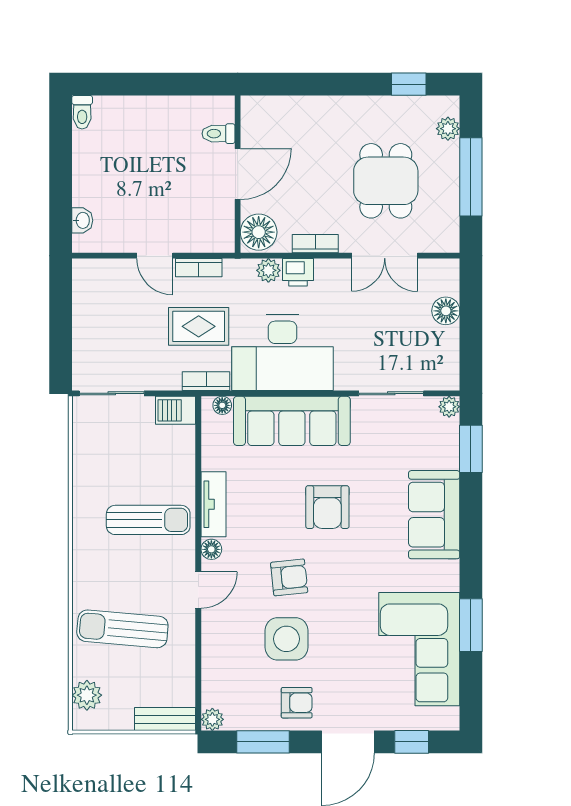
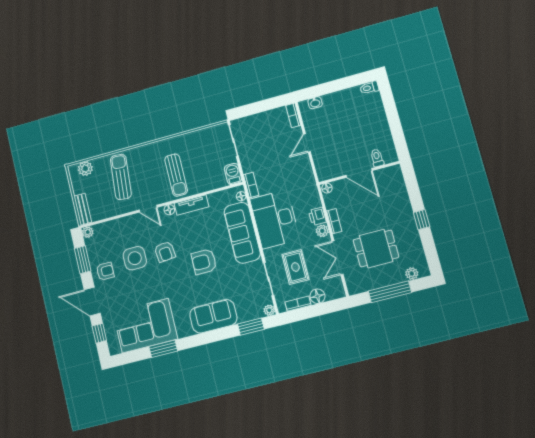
window: (409, 84) -> (422, 220), moved
floor lamp: (259, 232) -> (327, 188), width x0.53, depth x0.53
bookcase: (199, 268) -> (293, 115), moved
plant: (268, 270) -> (322, 231), moved
rug: (199, 326) -> (295, 267), moved
bookcase: (450, 350) -> (298, 304), added
armchair: (297, 703) -> (105, 271), turned -90

